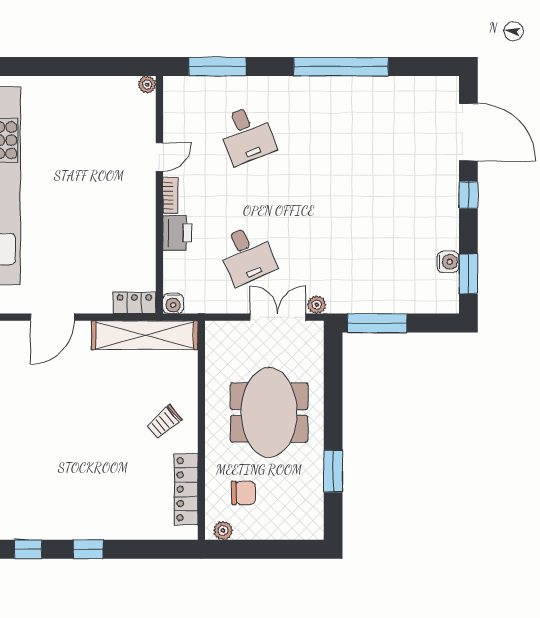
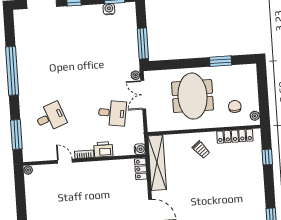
desk: (247, 255) -> (112, 113), turned 33
meeting table: (269, 412) -> (193, 96), turned 90
window: (88, 549) -> (267, 157), moved

